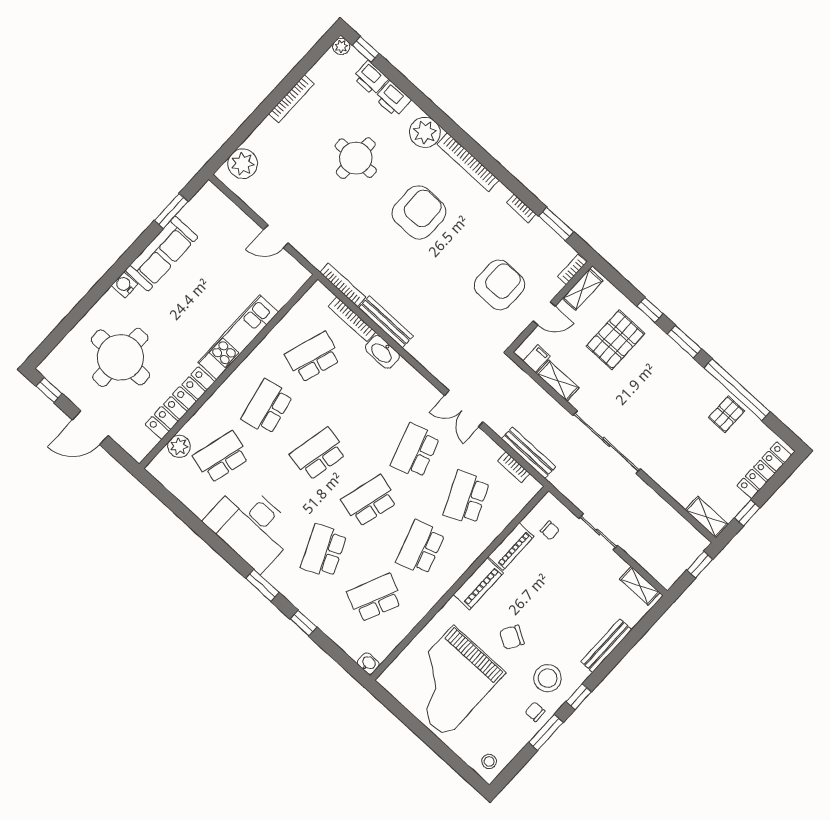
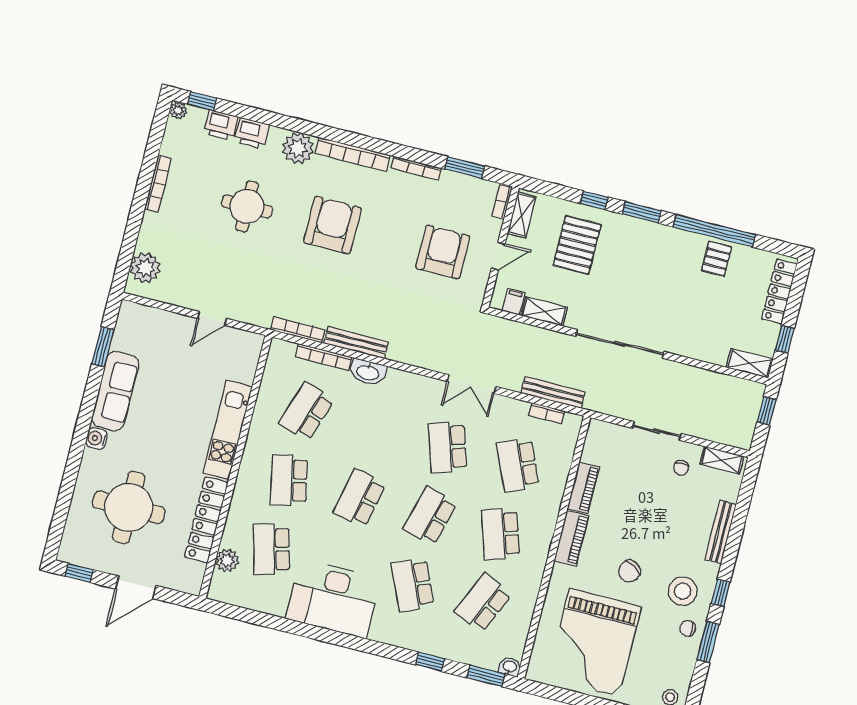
bookcase: (521, 208) -> (416, 168), width x1.56
school desk: (221, 457) -> (271, 549), turned -30
chair: (550, 530) -> (681, 468), moved, turned 90
window: (262, 585) -> (486, 676), moved

